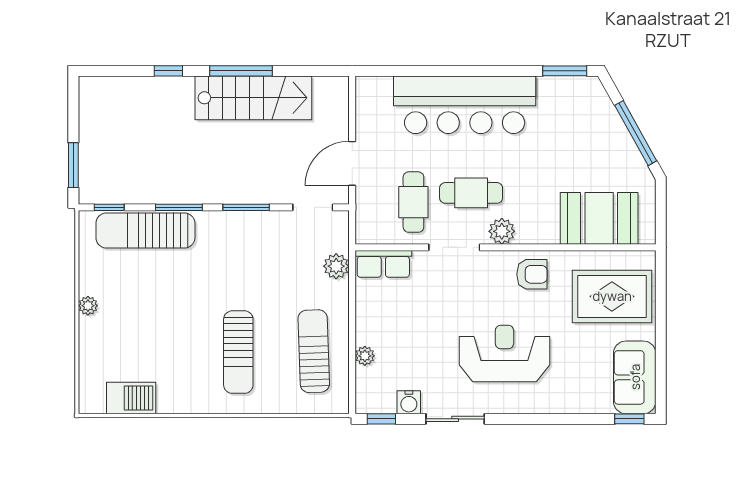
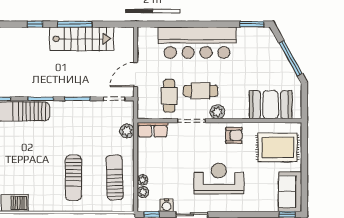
plant: (366, 378) -> (143, 192), added

